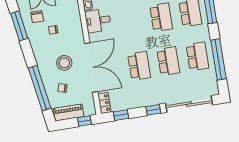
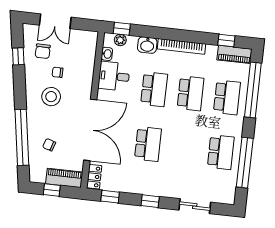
window: (19, 26) -> (18, 56), width x0.46
school desk: (168, 61) -> (154, 89), moved
stool: (64, 63) -> (51, 97), moved
sliding door: (189, 104) -> (195, 206), width x0.54
piano: (69, 113) -> (64, 178), moved
window: (84, 121) -> (52, 190), moved

